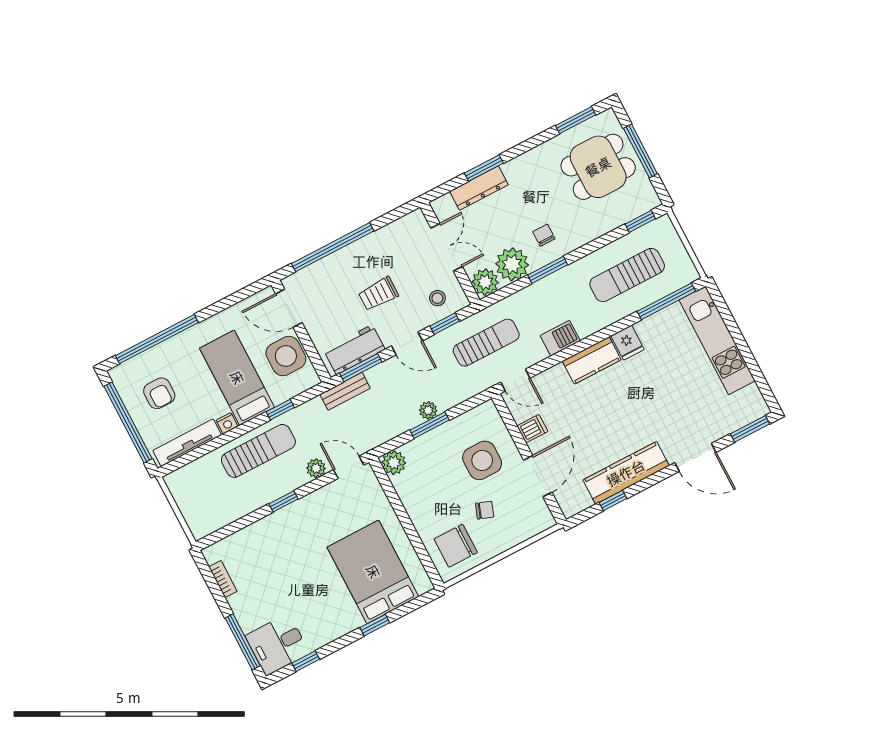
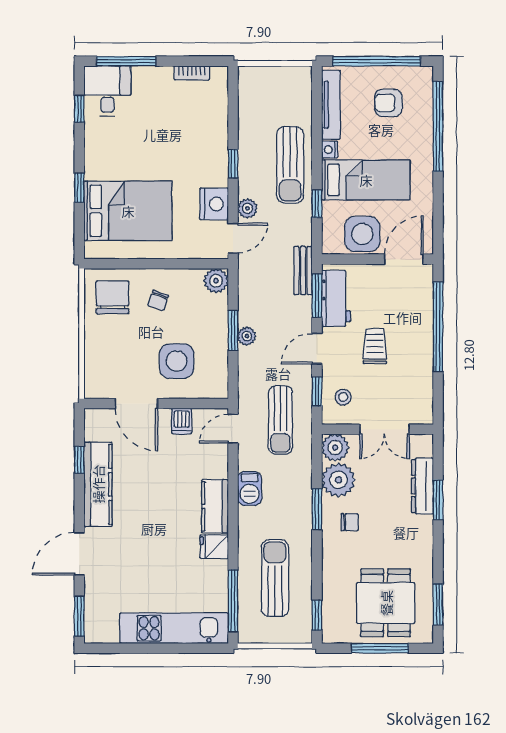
nightstand: (327, 500) -> (214, 204), added
chair: (485, 510) -> (158, 300), moved

